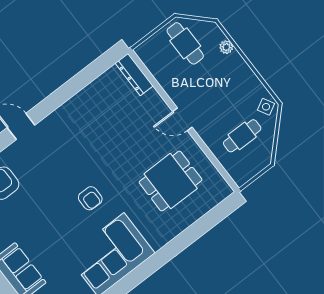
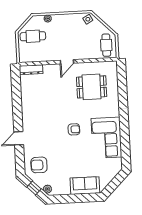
cafe table: (242, 136) -> (106, 45), moved
dining table: (171, 181) -> (92, 87), turned 90

